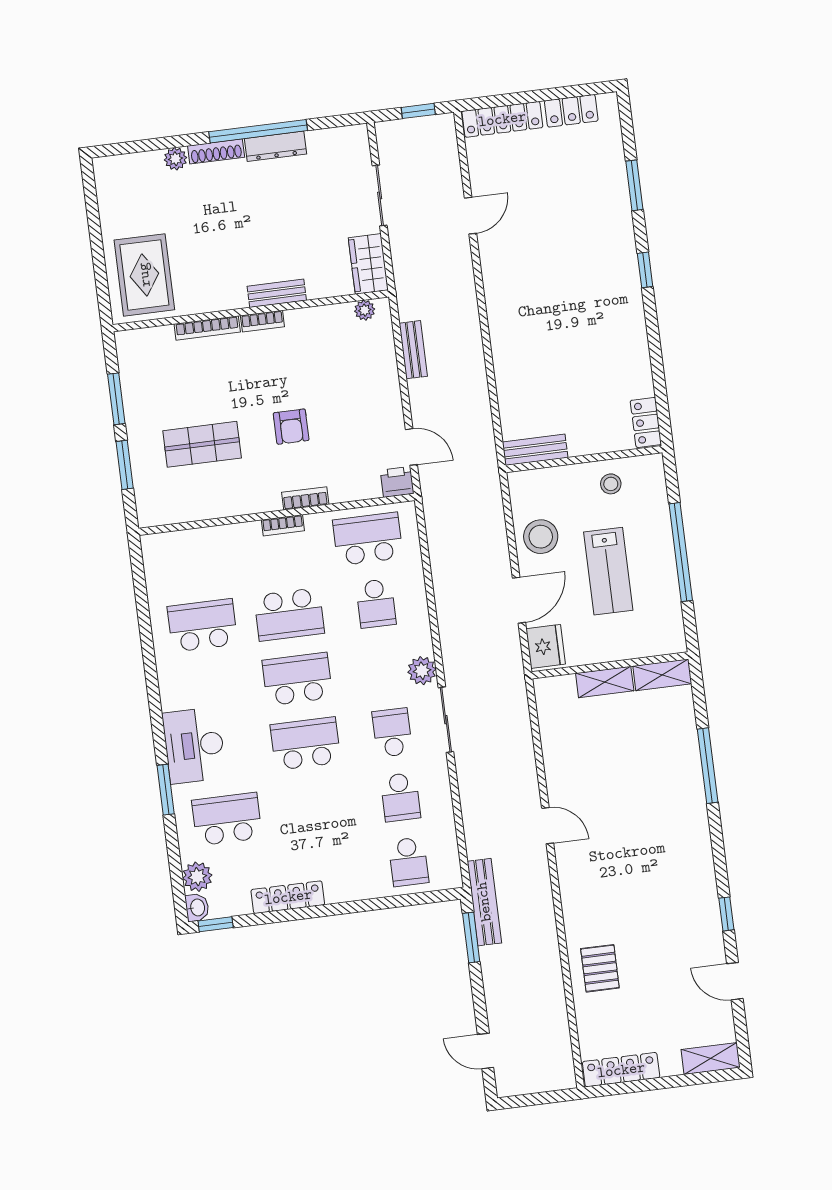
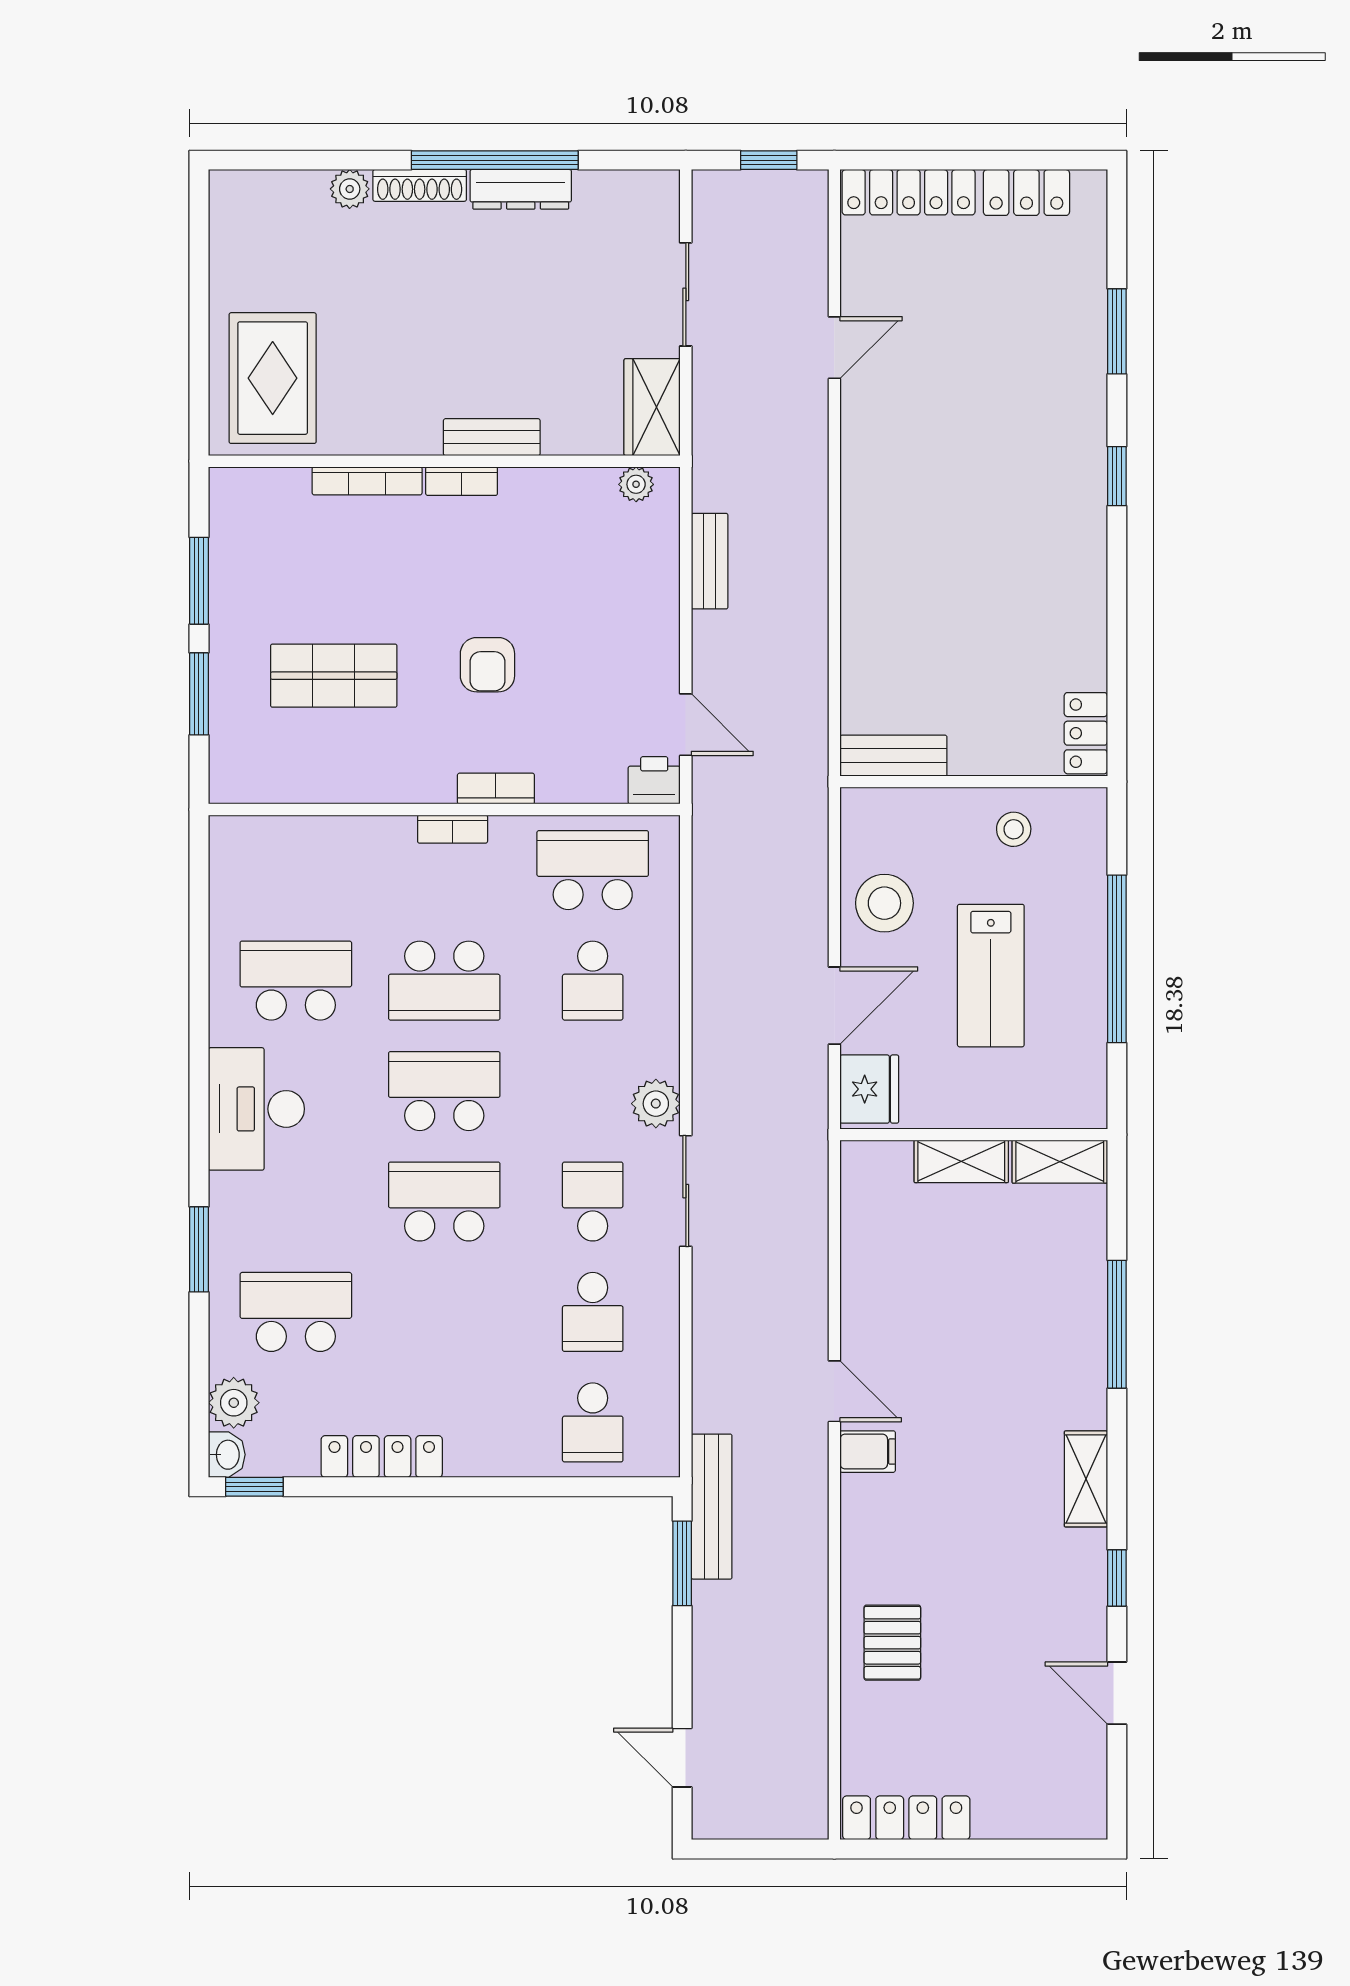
desk: (194, 745) -> (256, 1109), moved
filing cabinet: (571, 858) -> (868, 1452), added
shelving: (711, 1059) -> (1086, 1479), moved, turned 90

